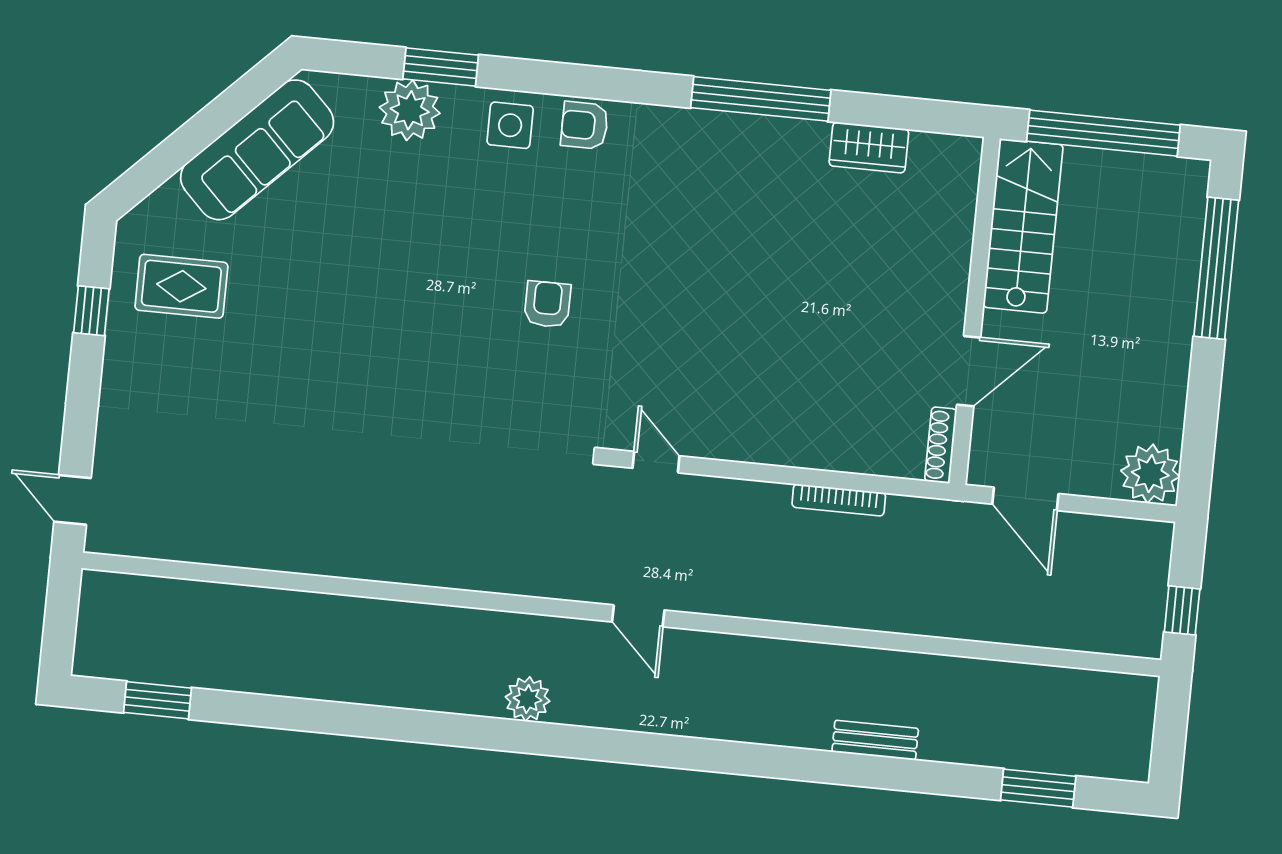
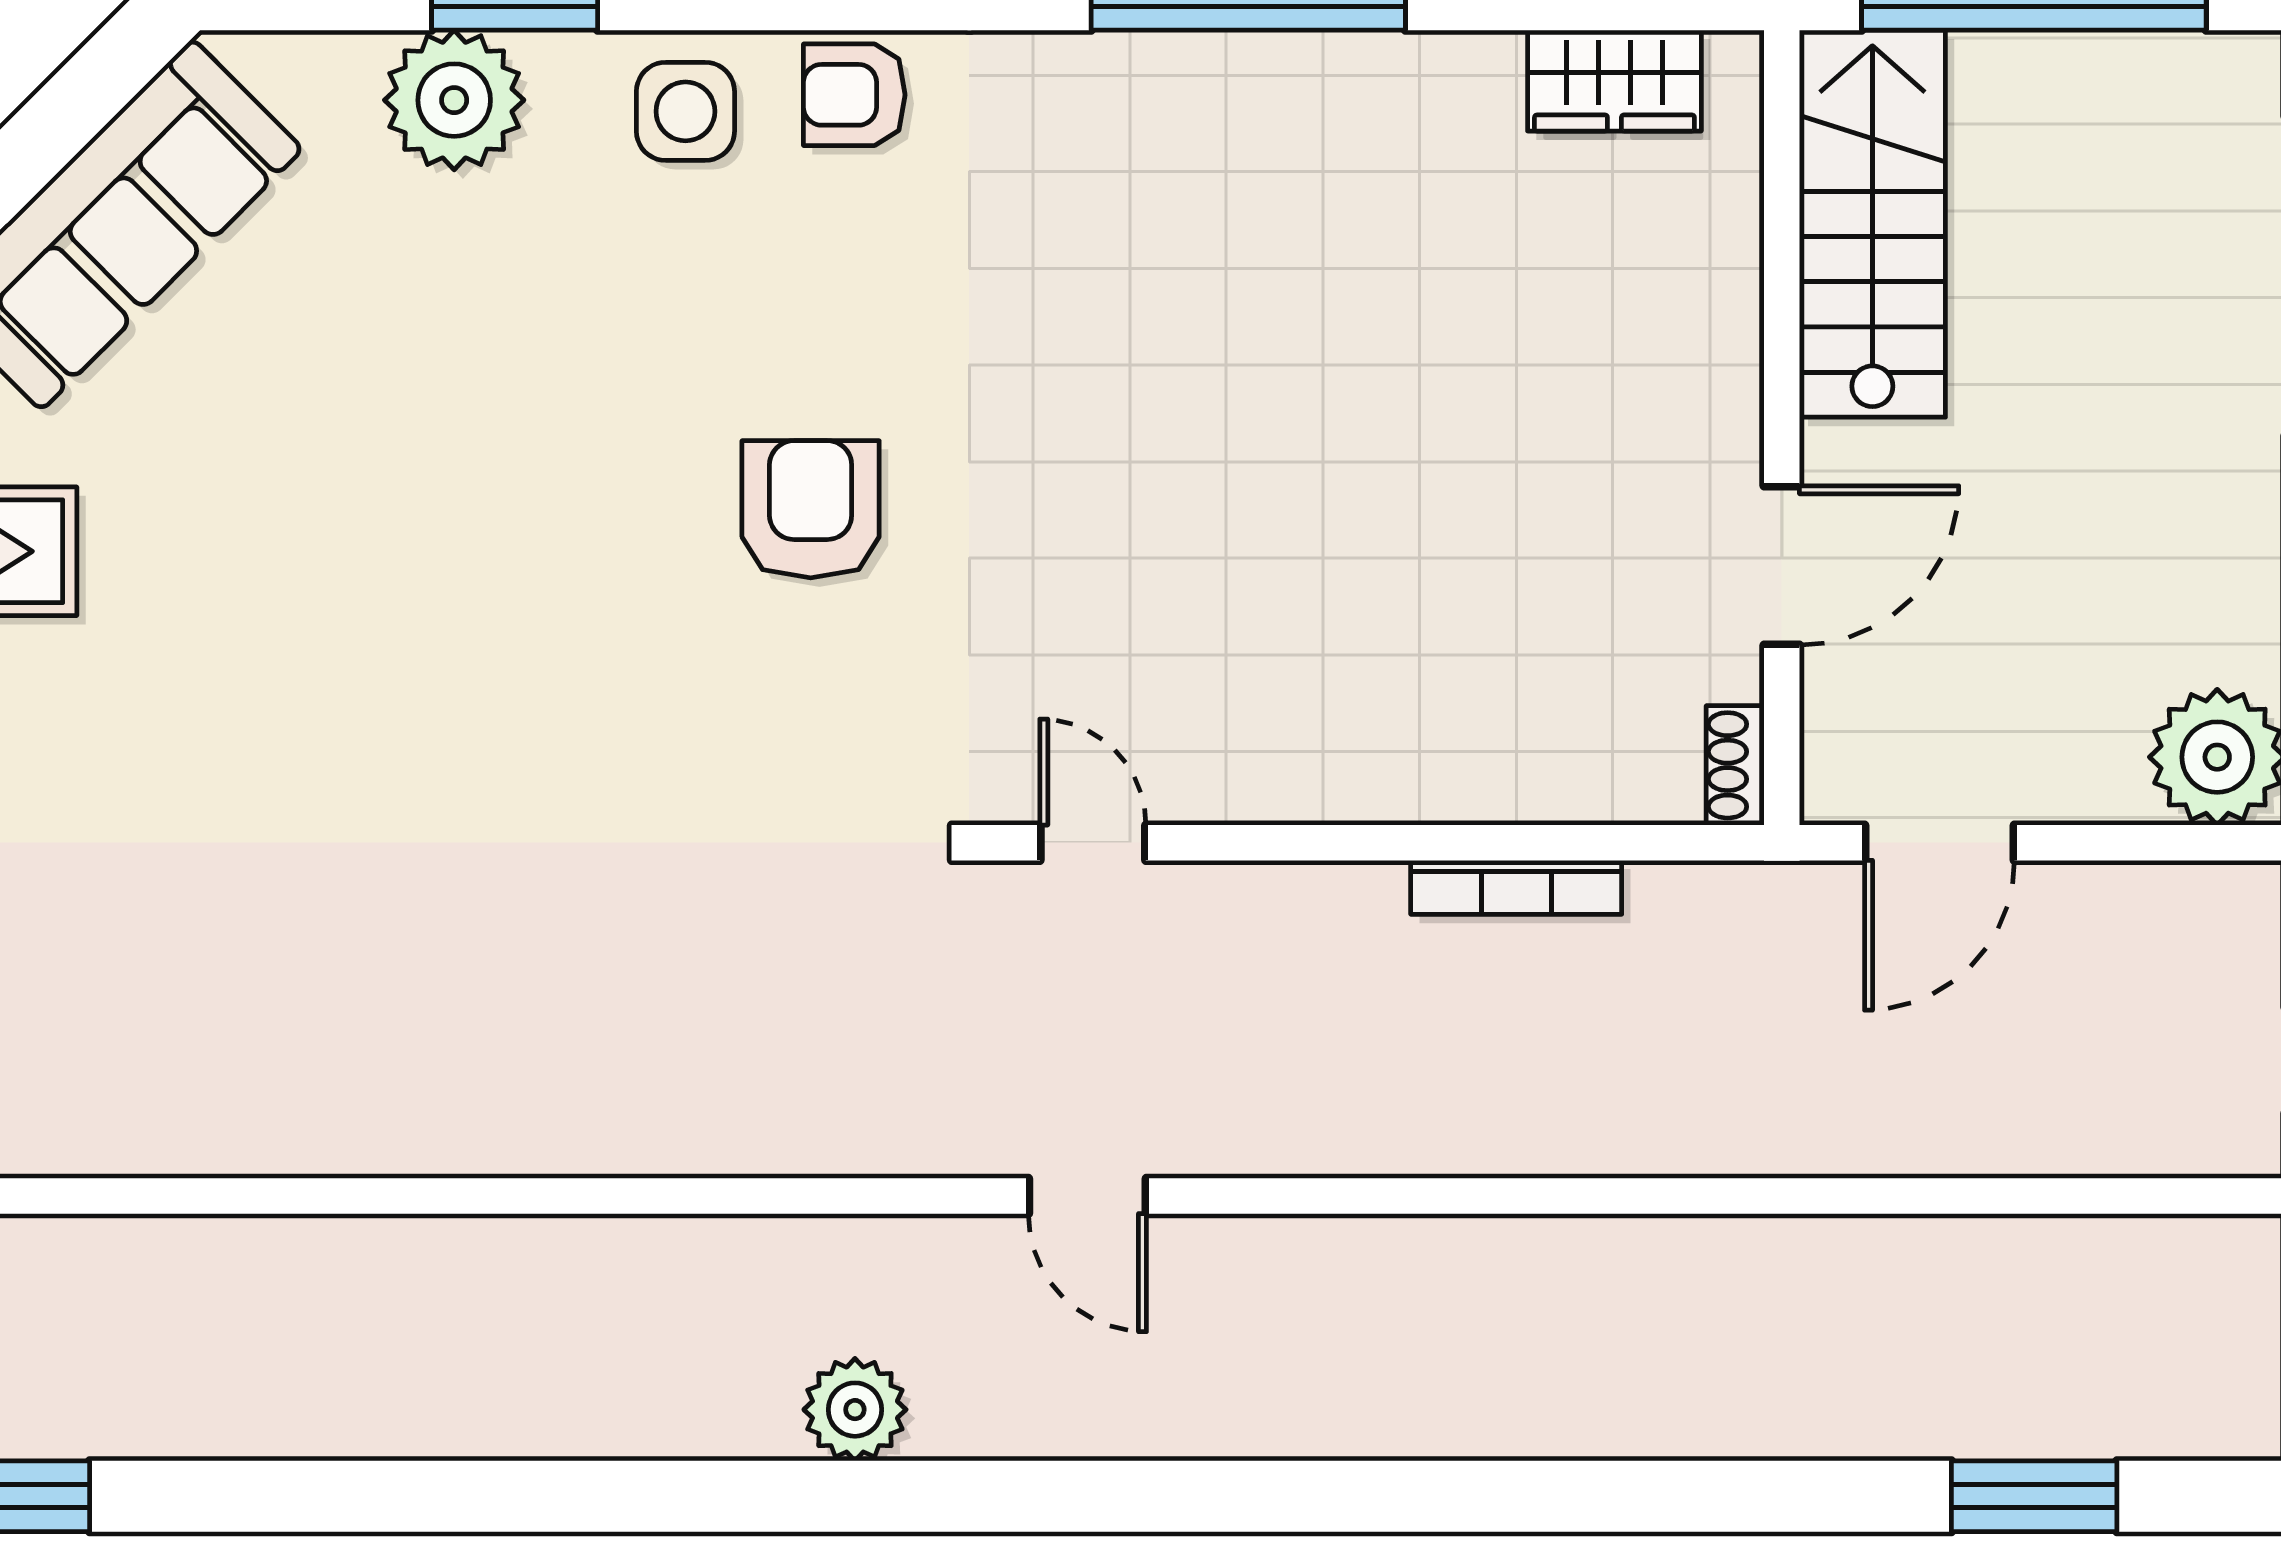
wardrobe: (869, 148) -> (1614, 81), moved
armchair: (547, 304) -> (811, 509), width x1.38, depth x1.38
shoe rack: (941, 445) -> (1735, 765), width x0.70
door: (1025, 499) -> (1940, 843), hinge flipped
bench: (875, 740) -> (1653, 1424), removed

